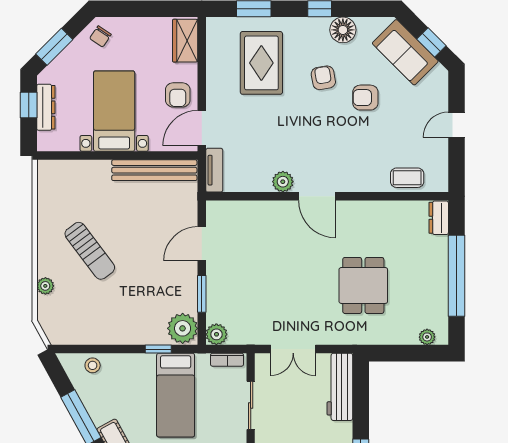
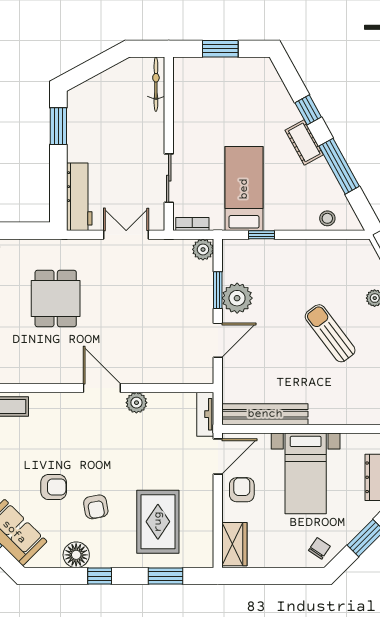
plant: (183, 328) -> (237, 298), moved

